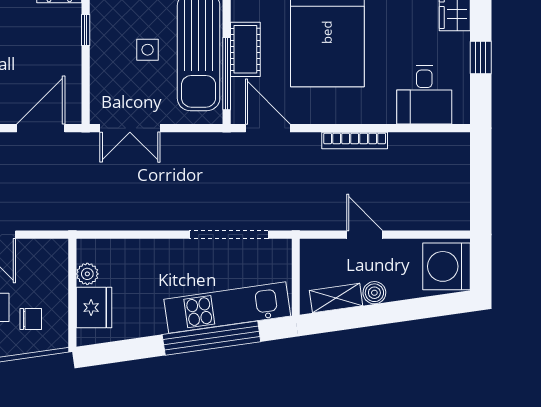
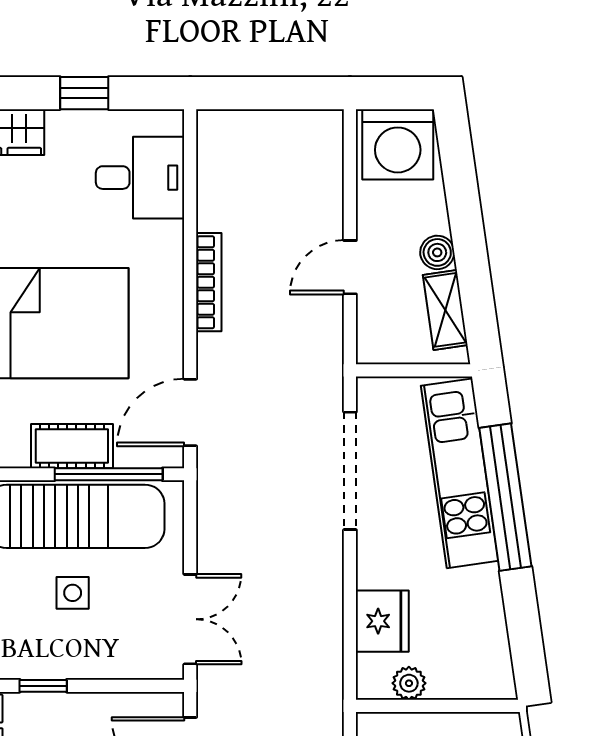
fridge: (94, 308) -> (382, 621), moved, turned 90

